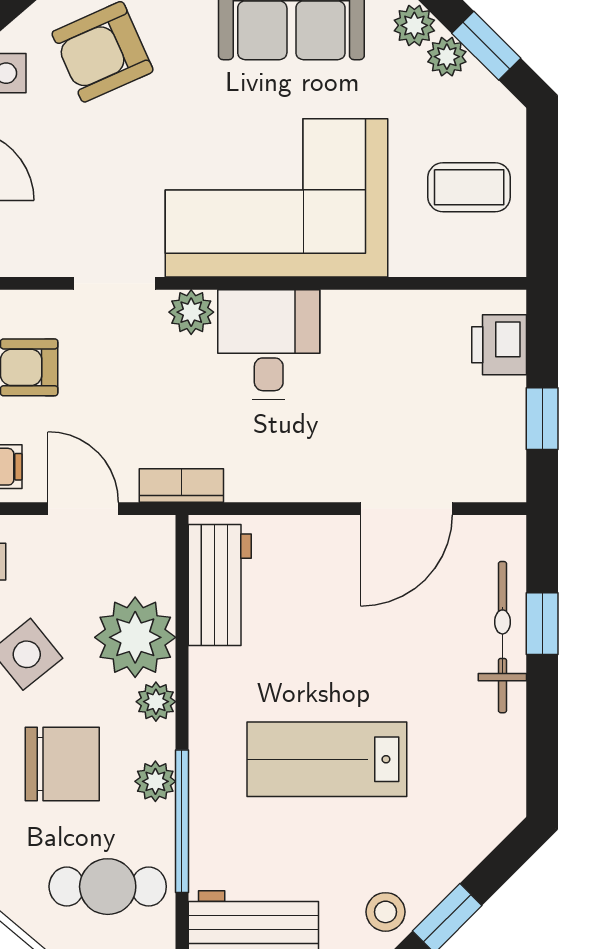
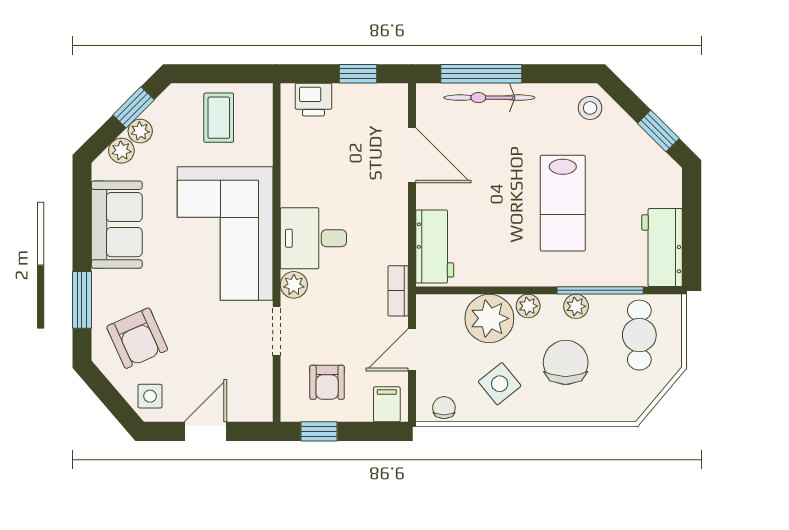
workbench: (220, 585) -> (435, 247), moved, turned 90
window: (542, 624) -> (481, 74), width x2.17
stool: (386, 912) -> (590, 108), moved

